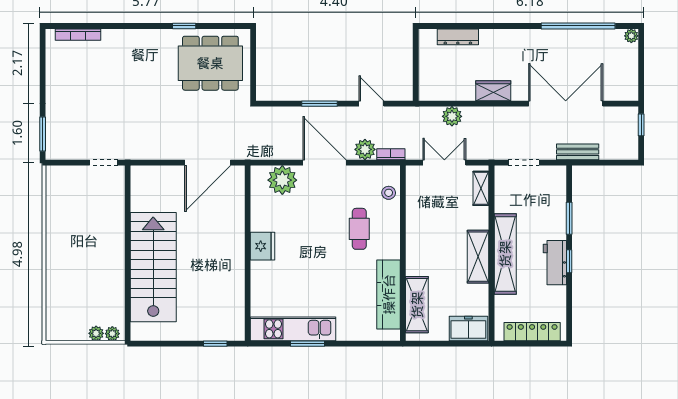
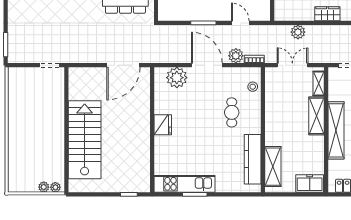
shelving: (478, 257) -> (317, 116), moved

